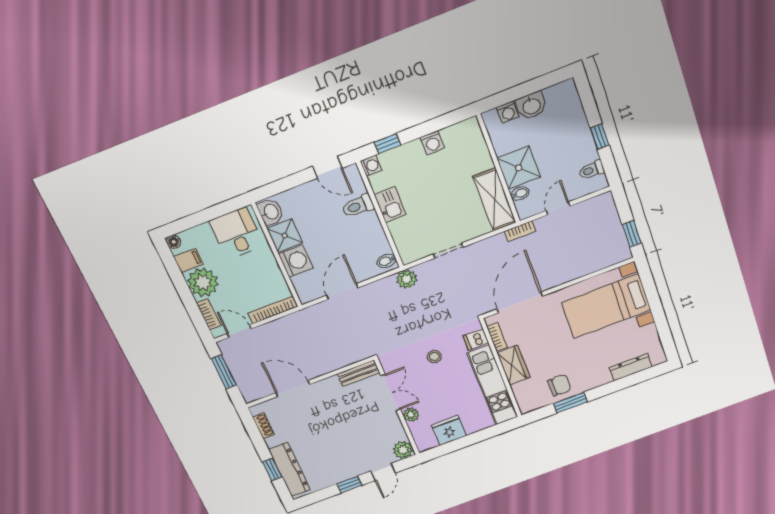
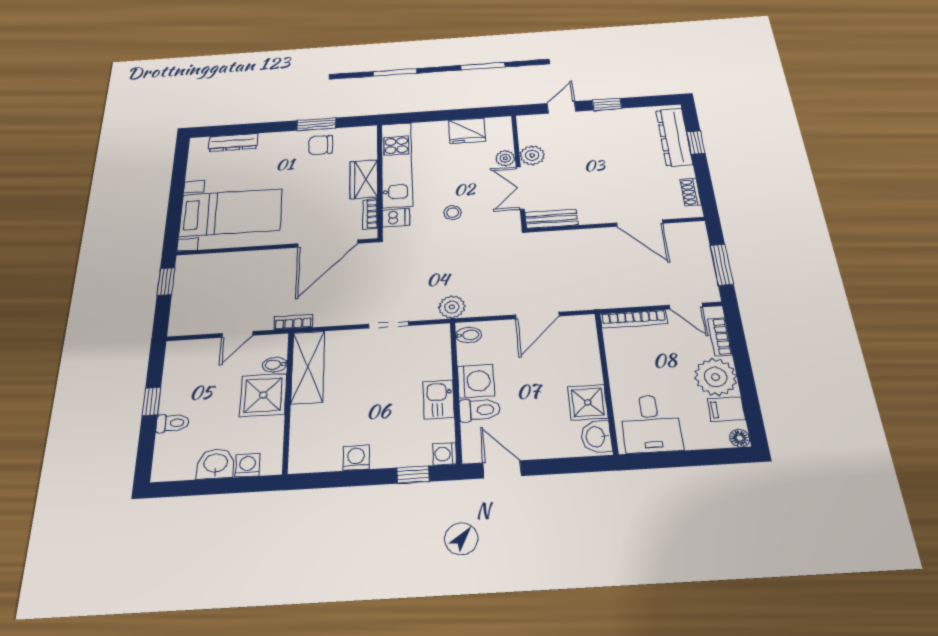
toilet: (591, 170) -> (173, 423), moved
washing machine: (296, 261) -> (476, 381), moved, turned 180
plant: (403, 450) -> (532, 155), moved

